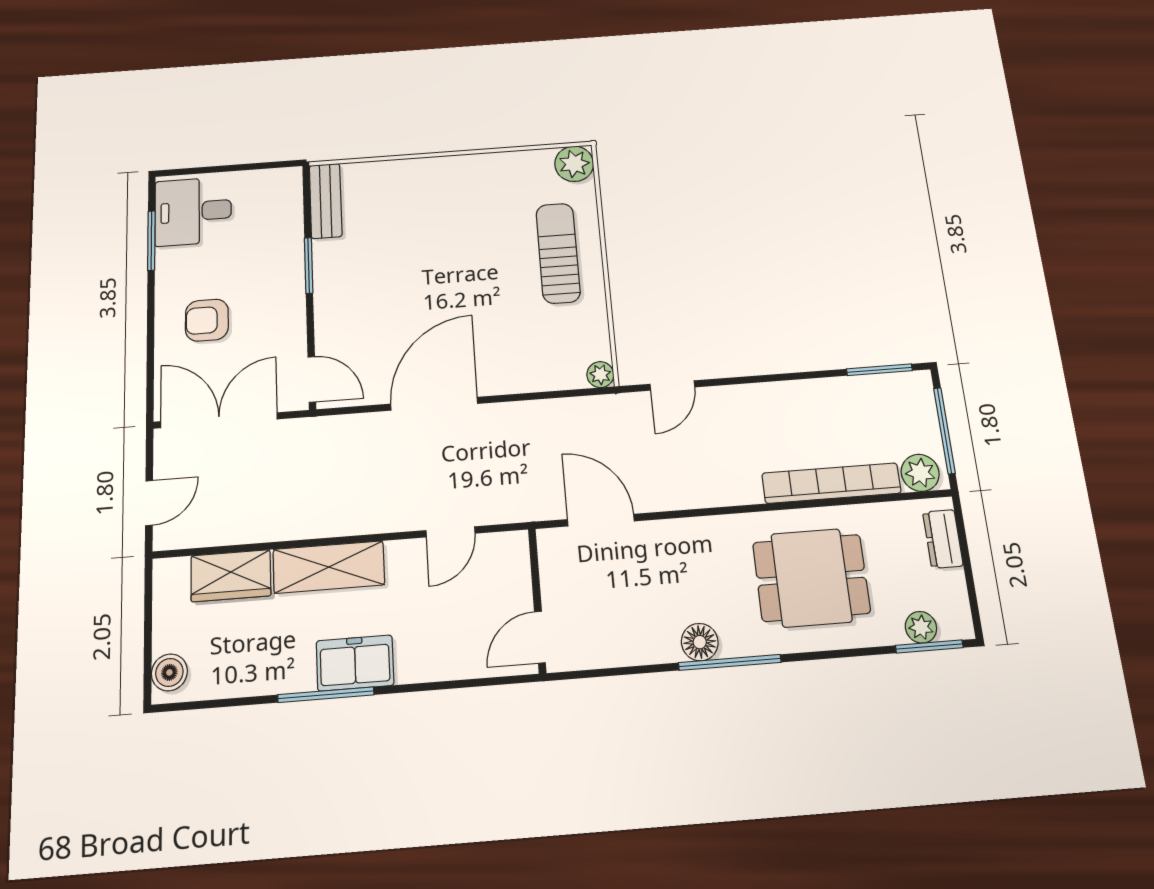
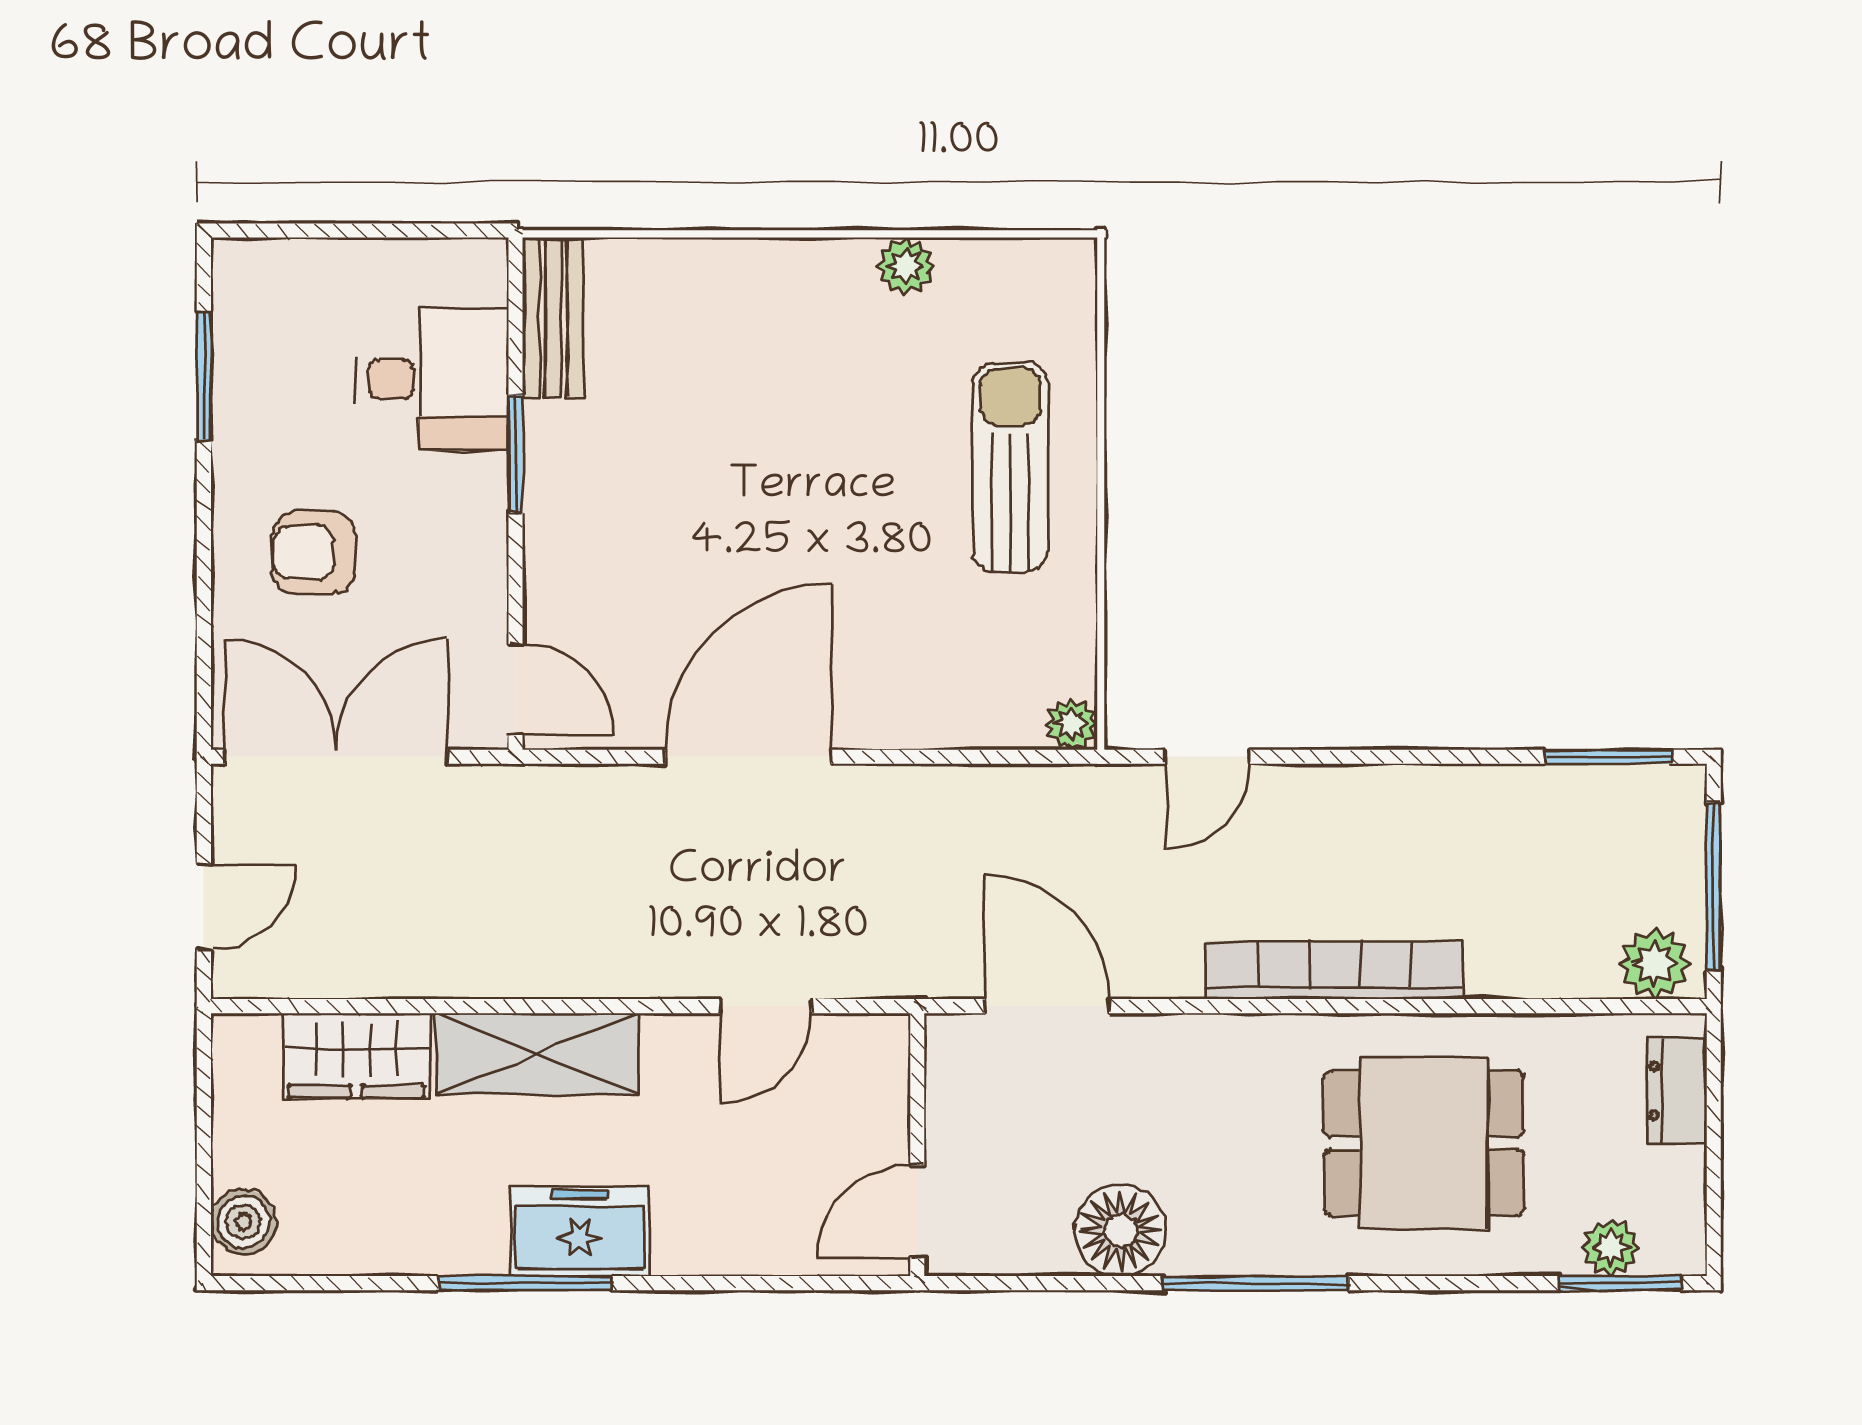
plant: (574, 164) -> (906, 266), moved, width x0.73, depth x0.73
desk: (193, 211) -> (432, 379), moved, turned 180
bookcase: (831, 483) -> (1335, 970), moved
floor lamp: (700, 642) -> (1120, 1230), moved, width x1.38, depth x1.38

